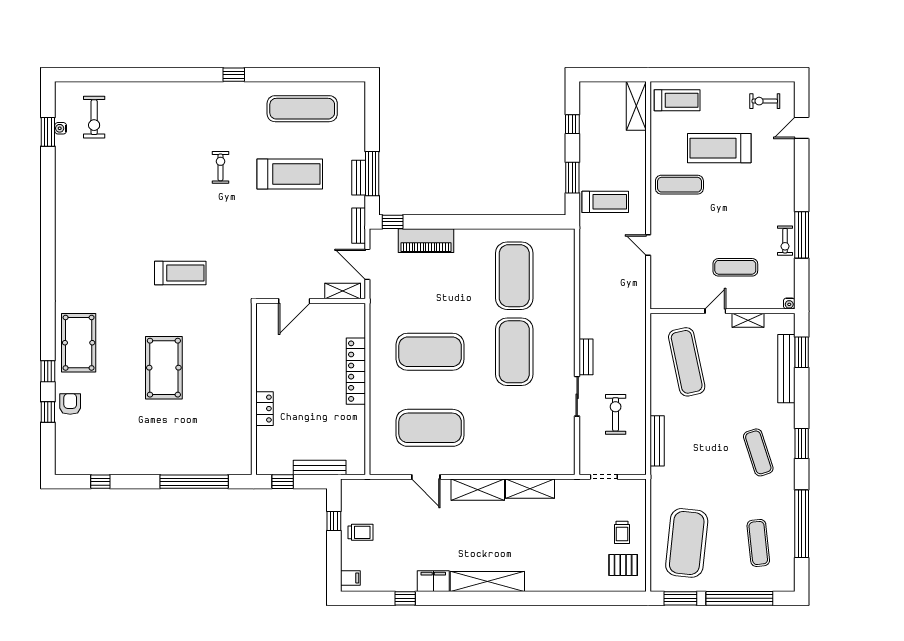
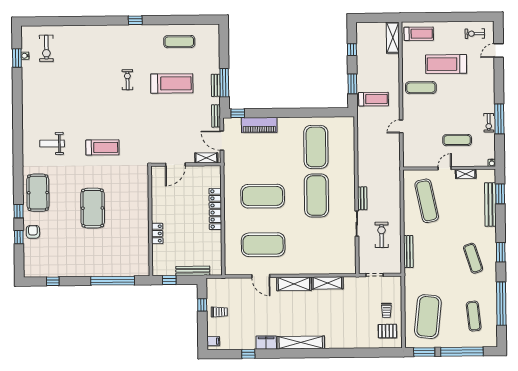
exercise mat: (302, 109) -> (179, 42), width x0.73, depth x0.69
door: (648, 245) -> (401, 126), hinge flipped
weight bench: (102, 266) -> (52, 143), added

